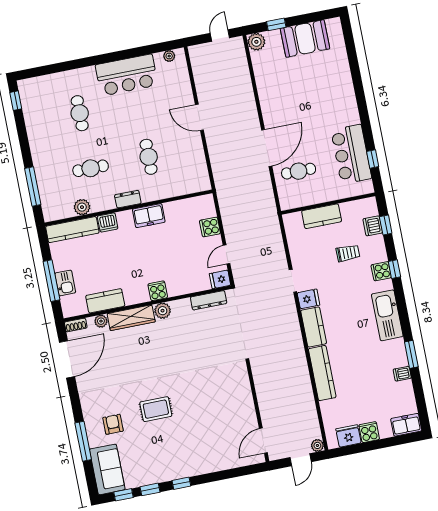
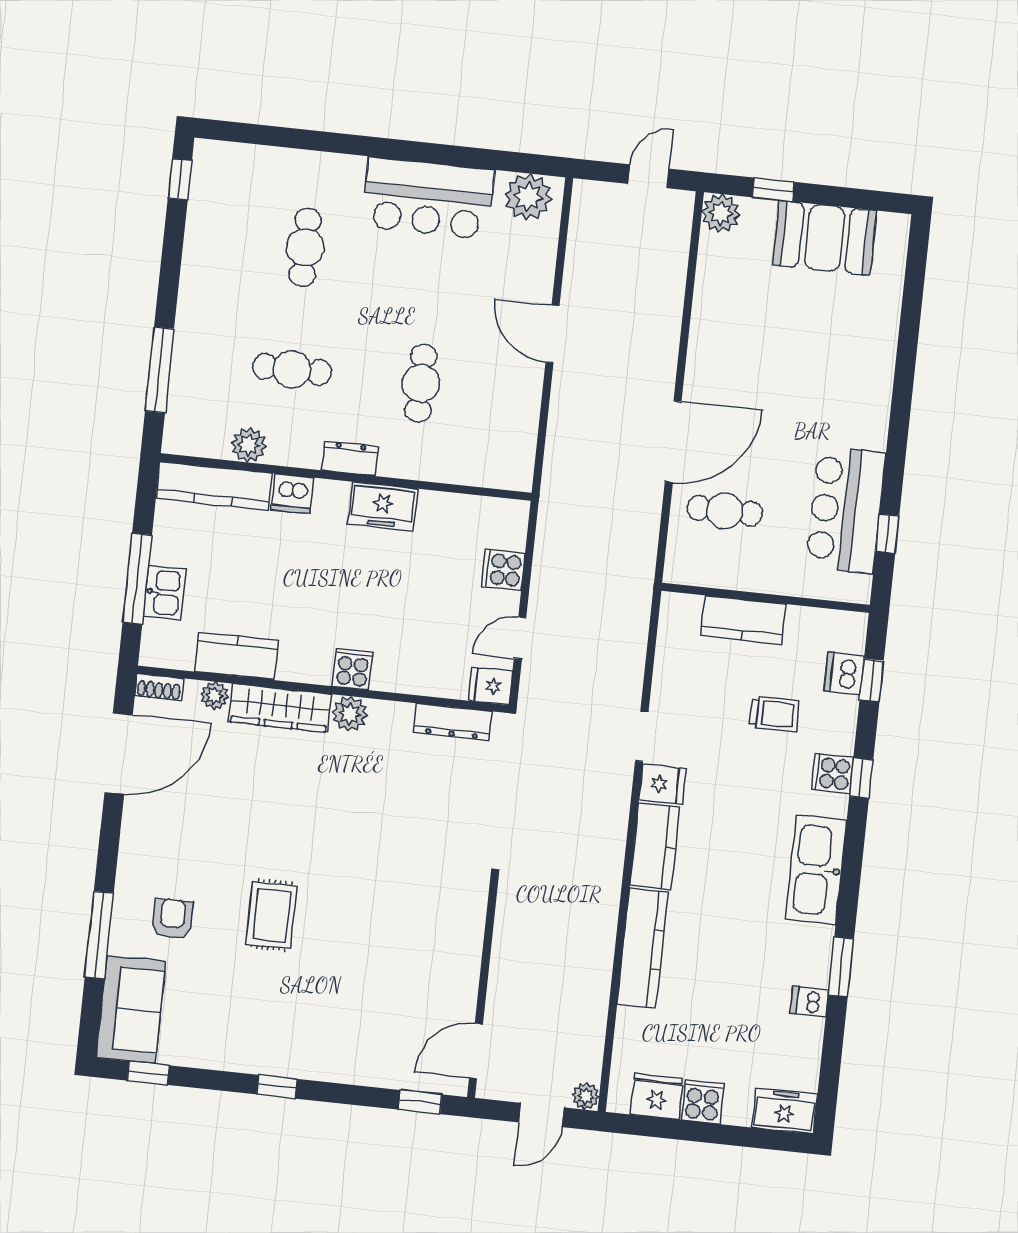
plant: (169, 56) -> (528, 197), width x1.88, depth x1.88
rug: (156, 409) -> (272, 915), turned 90
window: (150, 489) -> (420, 1102), moved

